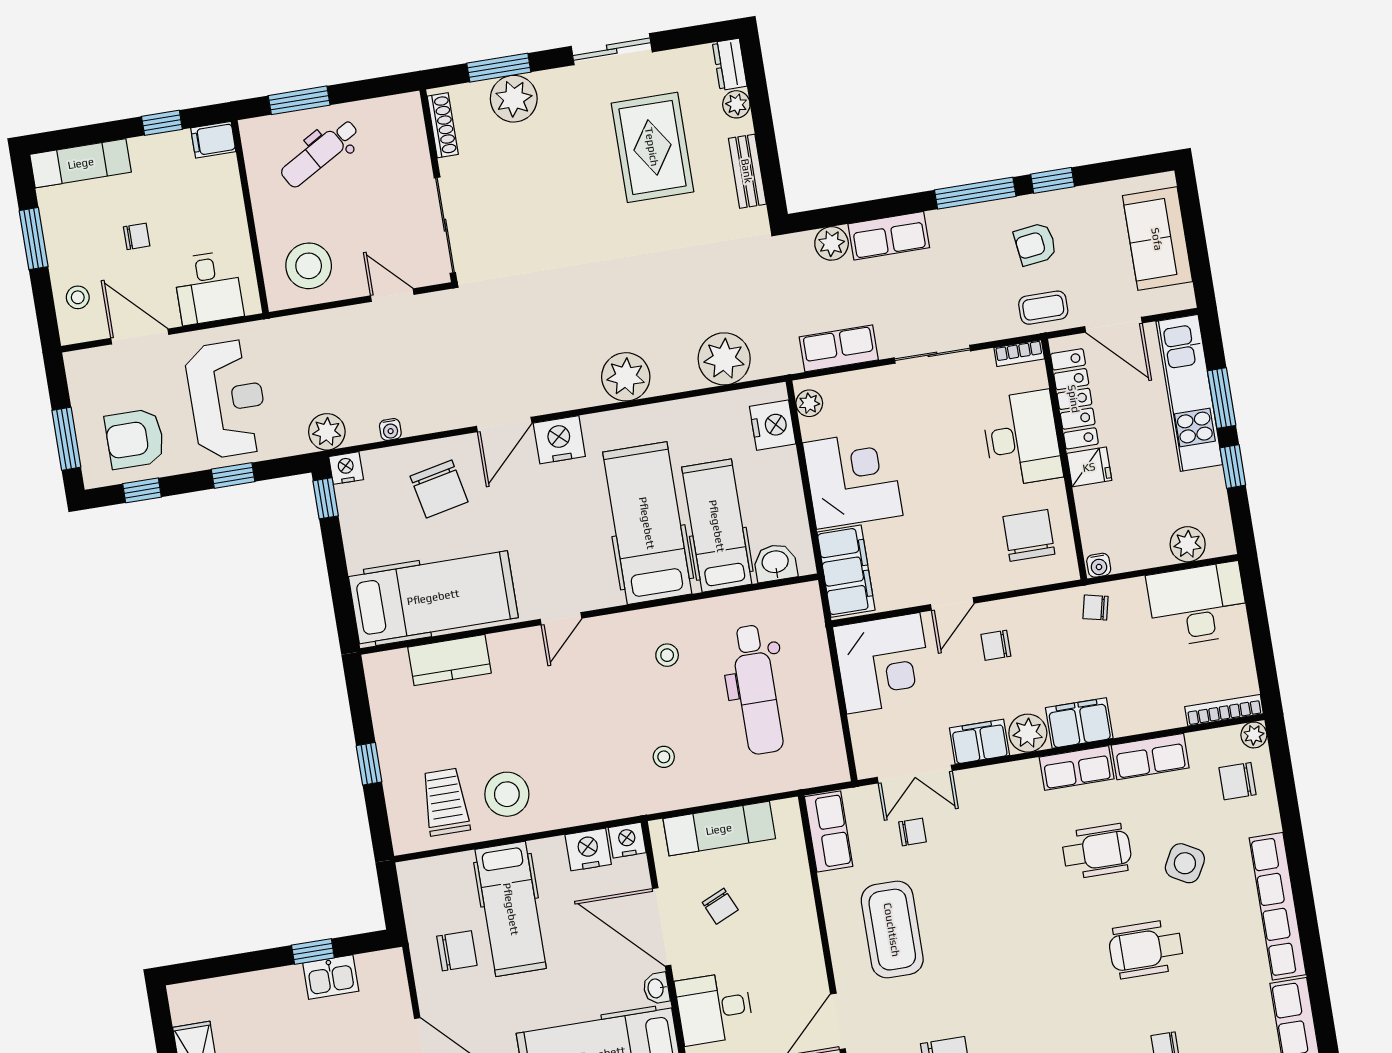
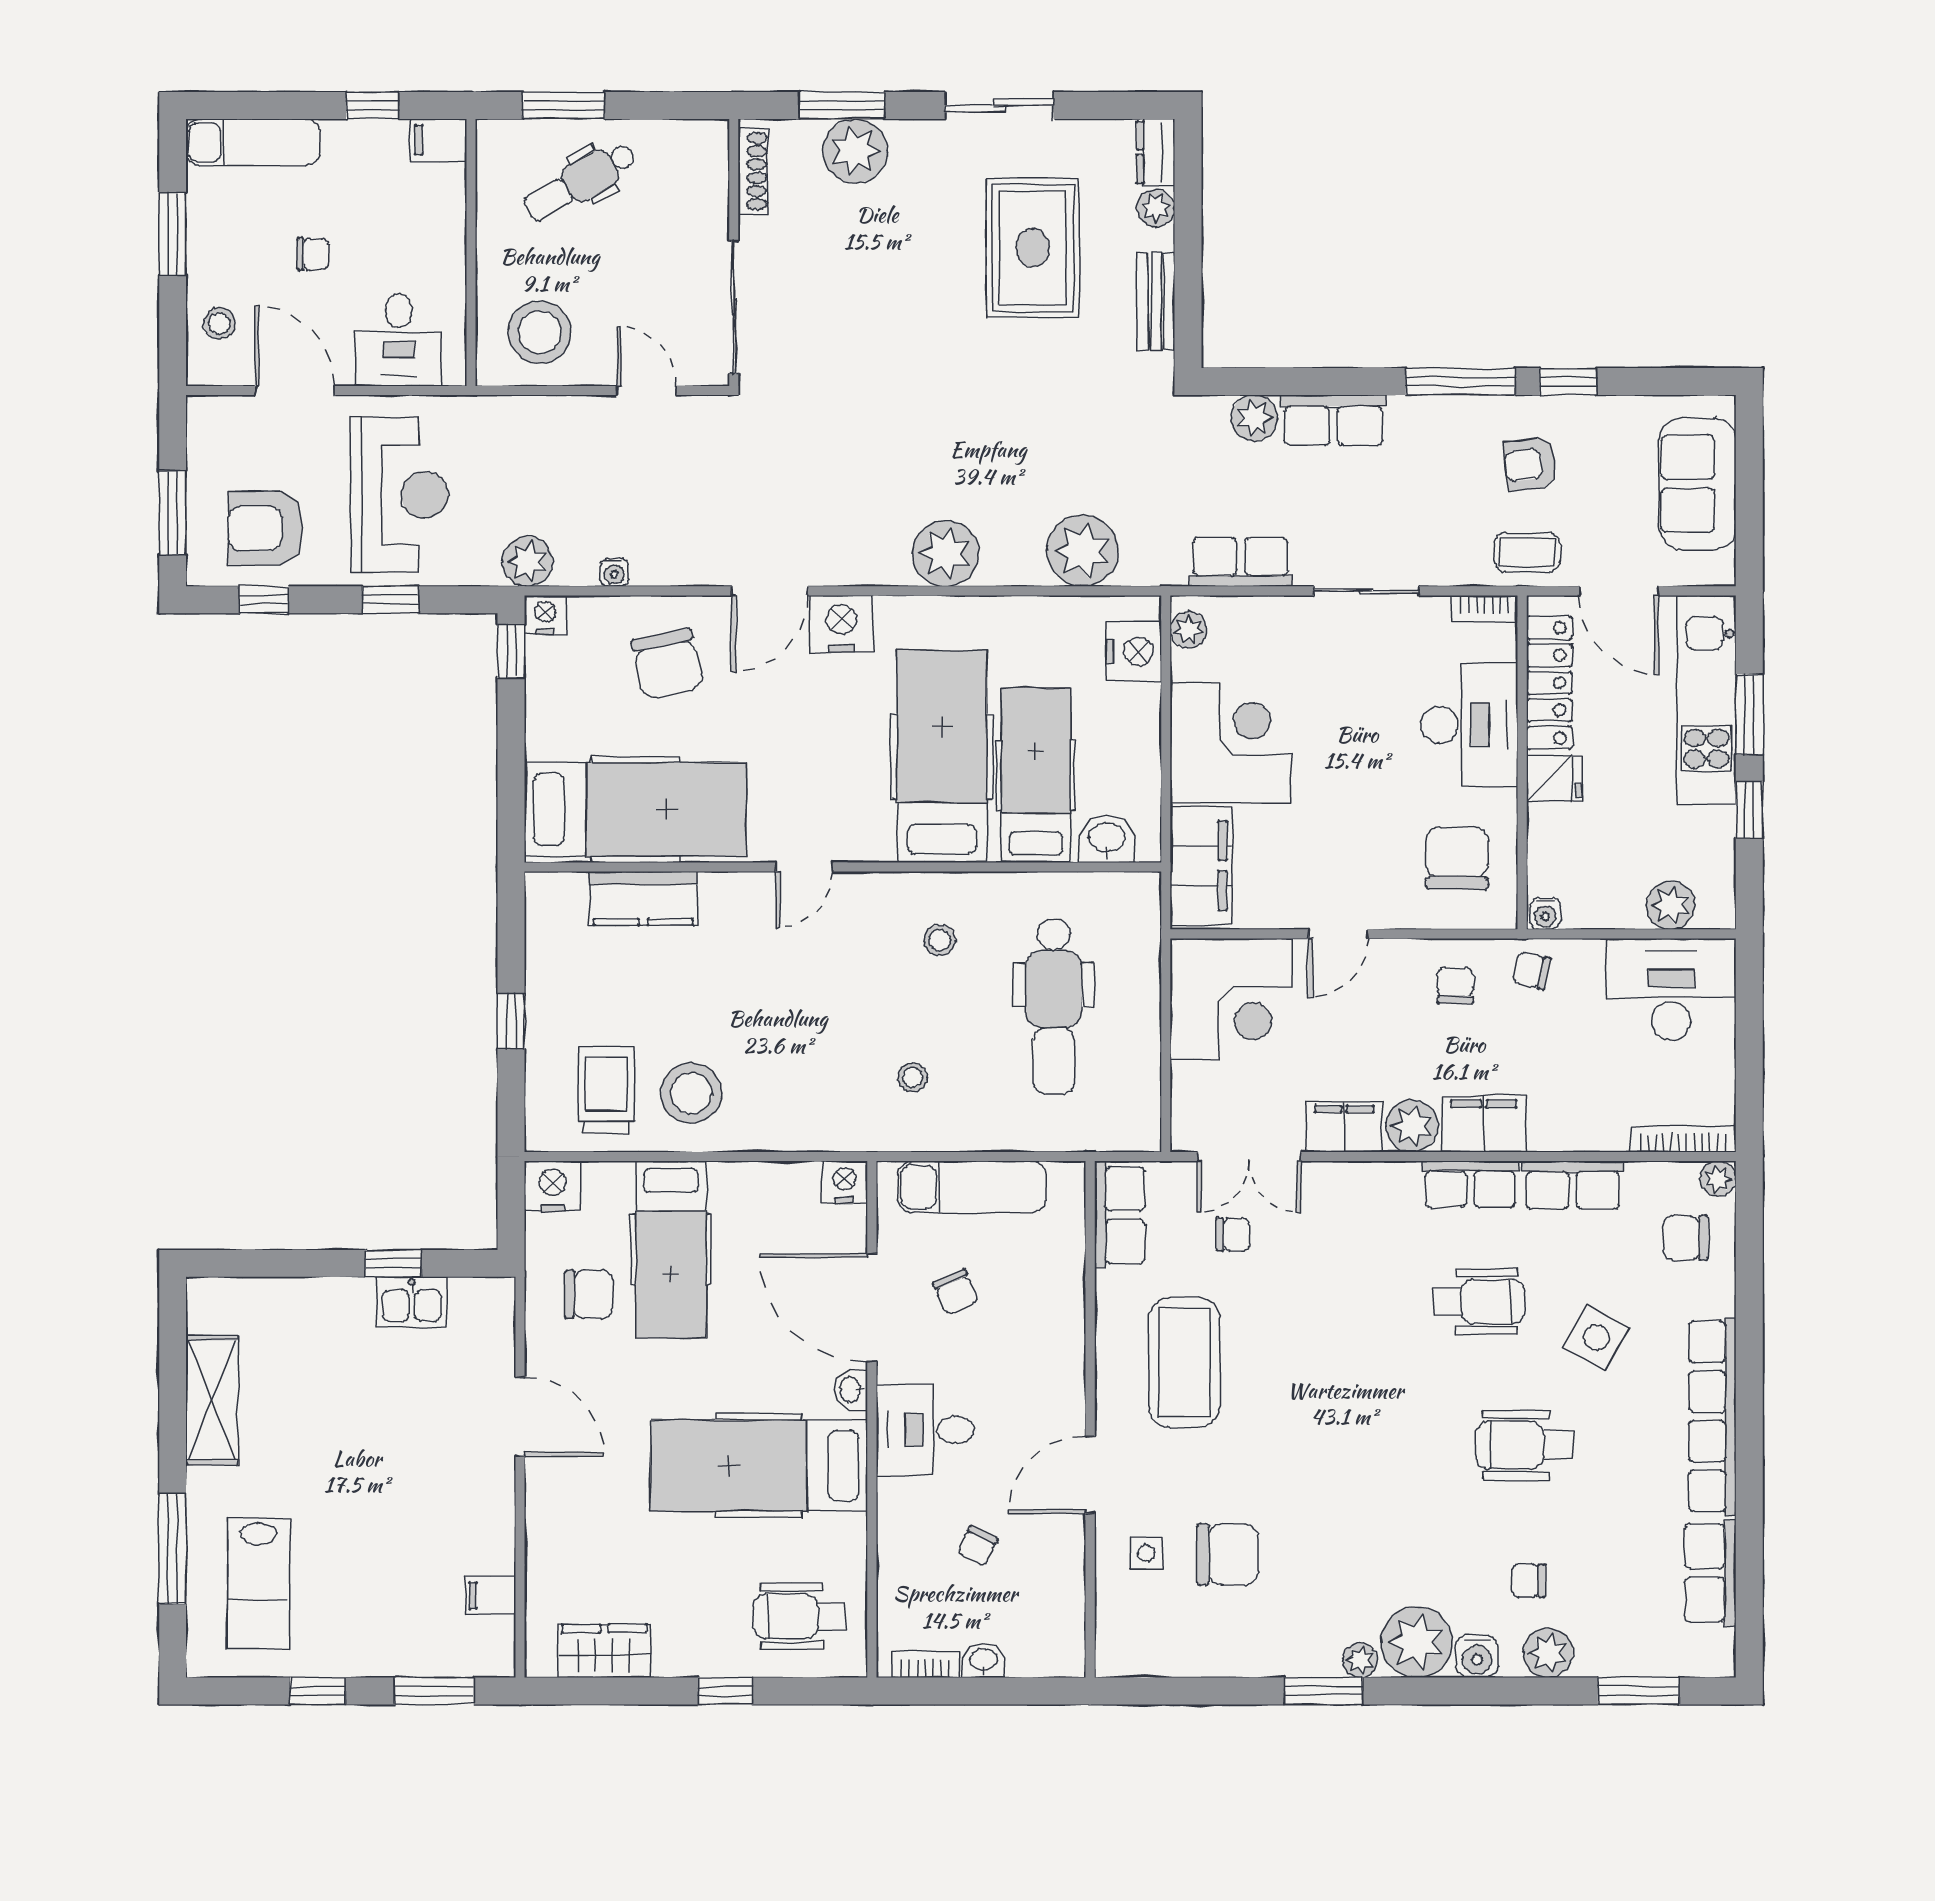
chair: (996, 645) -> (1455, 985), moved, turned 90
nightstand: (588, 850) -> (553, 1186), moved

